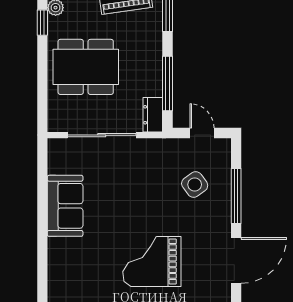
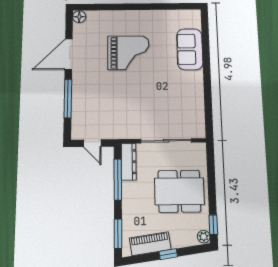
dresser: (153, 115) -> (129, 162), width x1.44
side table: (195, 185) -> (98, 106), removed
sofa: (65, 206) -> (190, 49), moved

